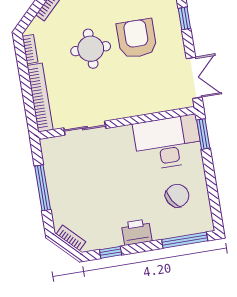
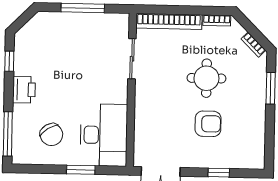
armchair: (137, 39) -> (208, 124), width x0.73, depth x0.73
window: (203, 134) -> (81, 170), moved
bookcase: (71, 238) -> (30, 26), removed

